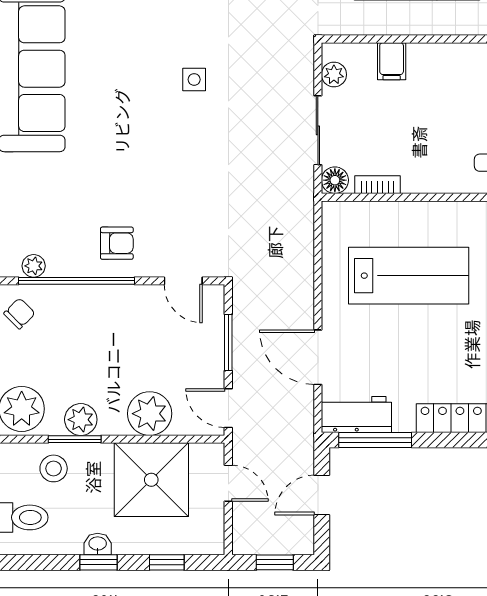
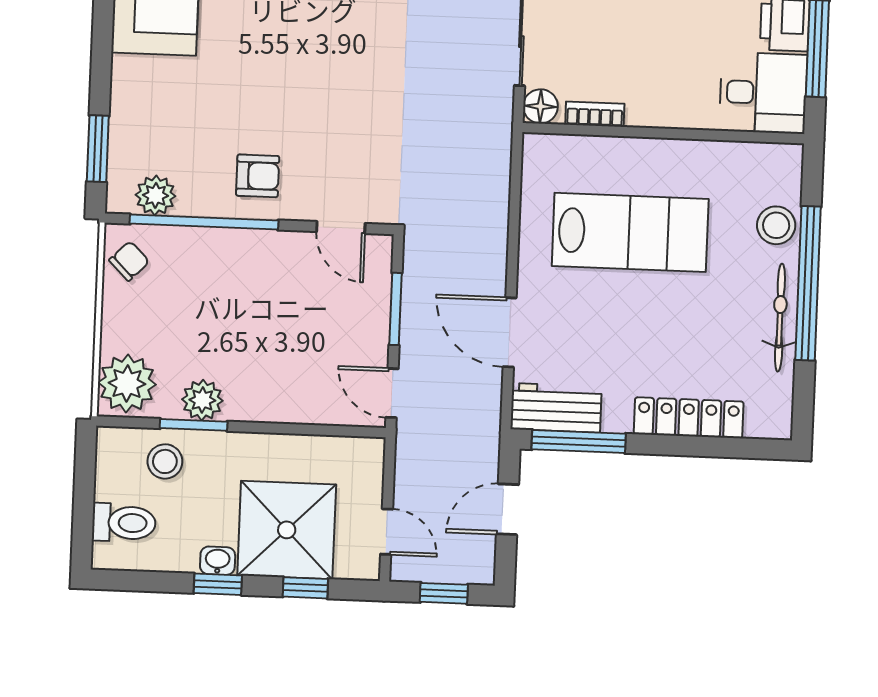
plant: (34, 266) -> (156, 195), width x1.38, depth x1.38
plant: (150, 414) -> (291, 396), removed
shower: (151, 480) -> (287, 530), moved
door: (228, 483) -> (387, 532), moved

